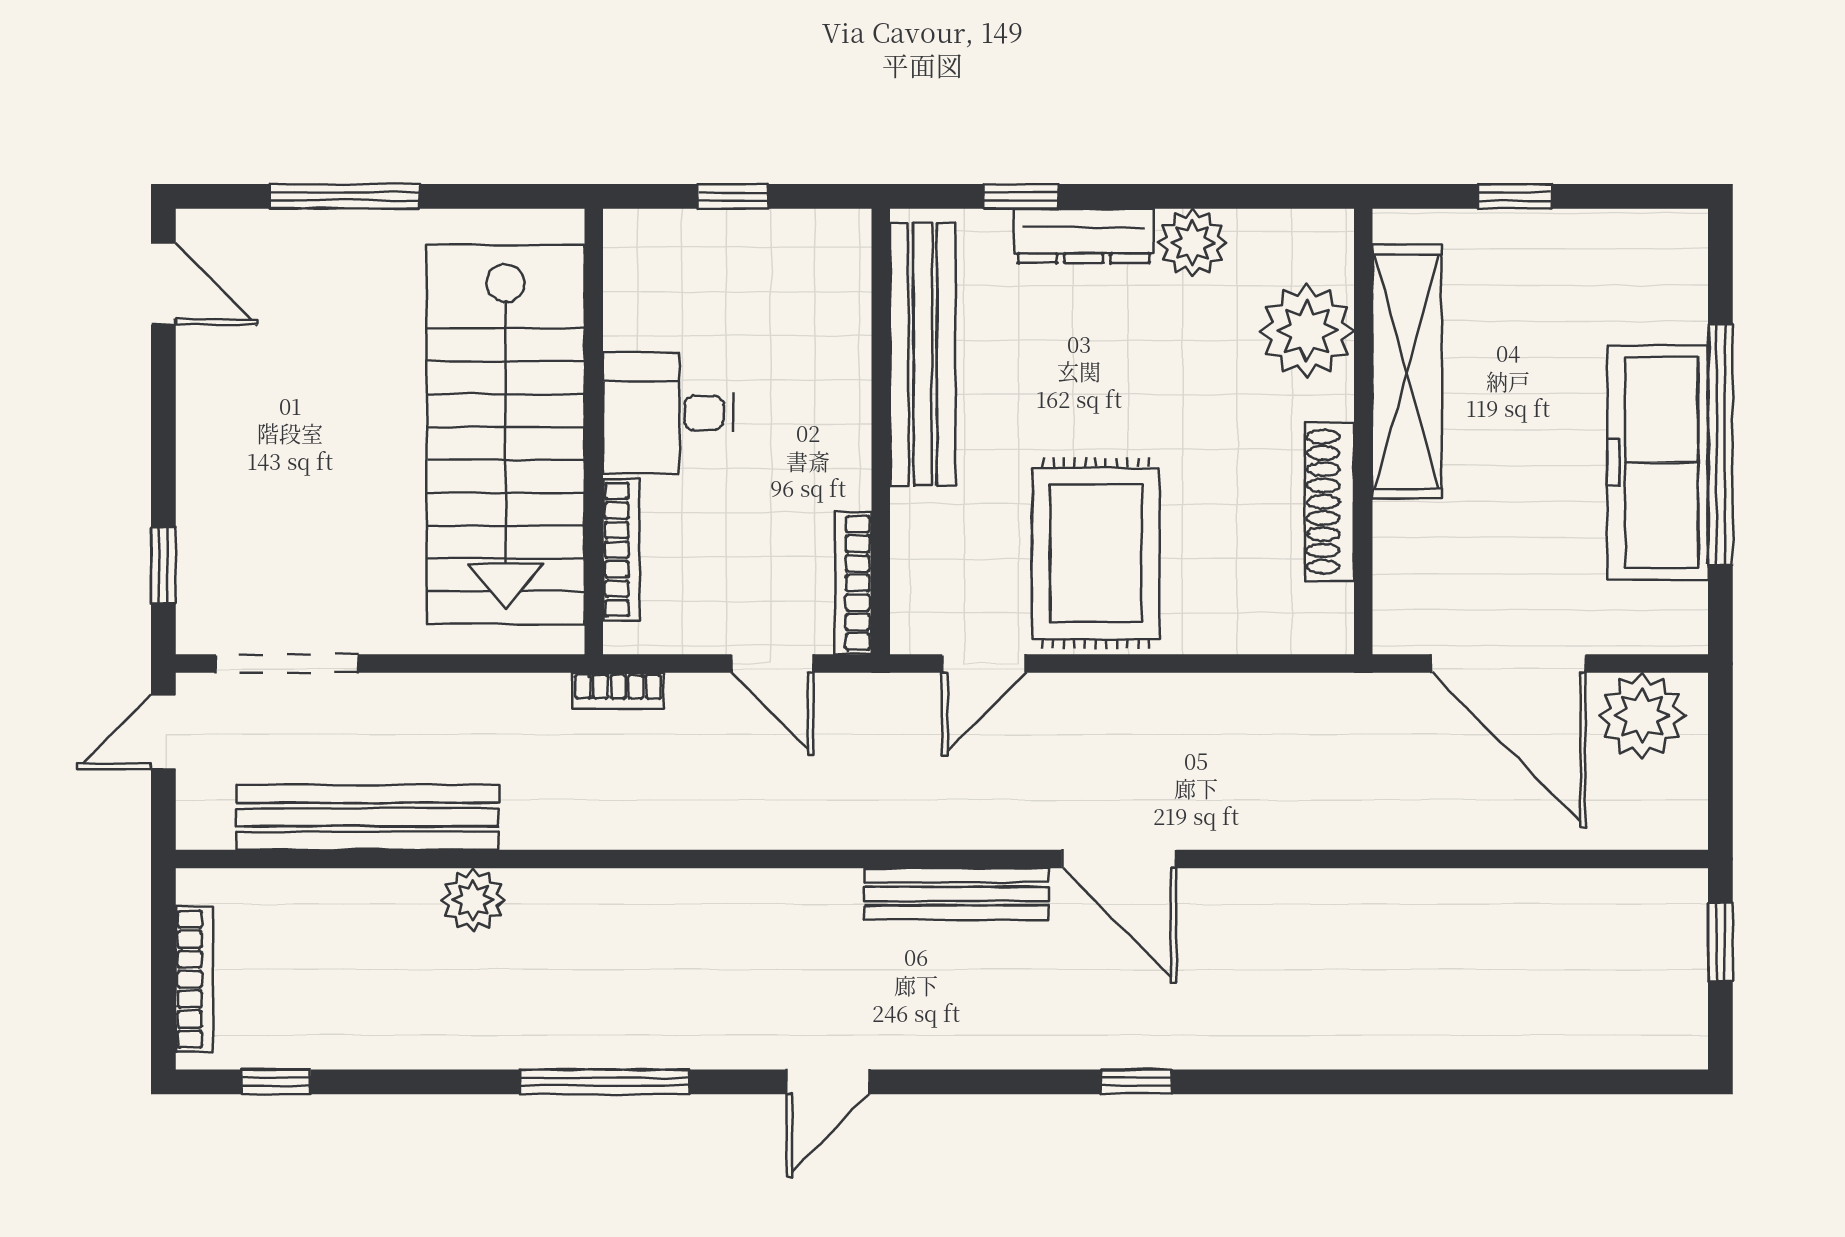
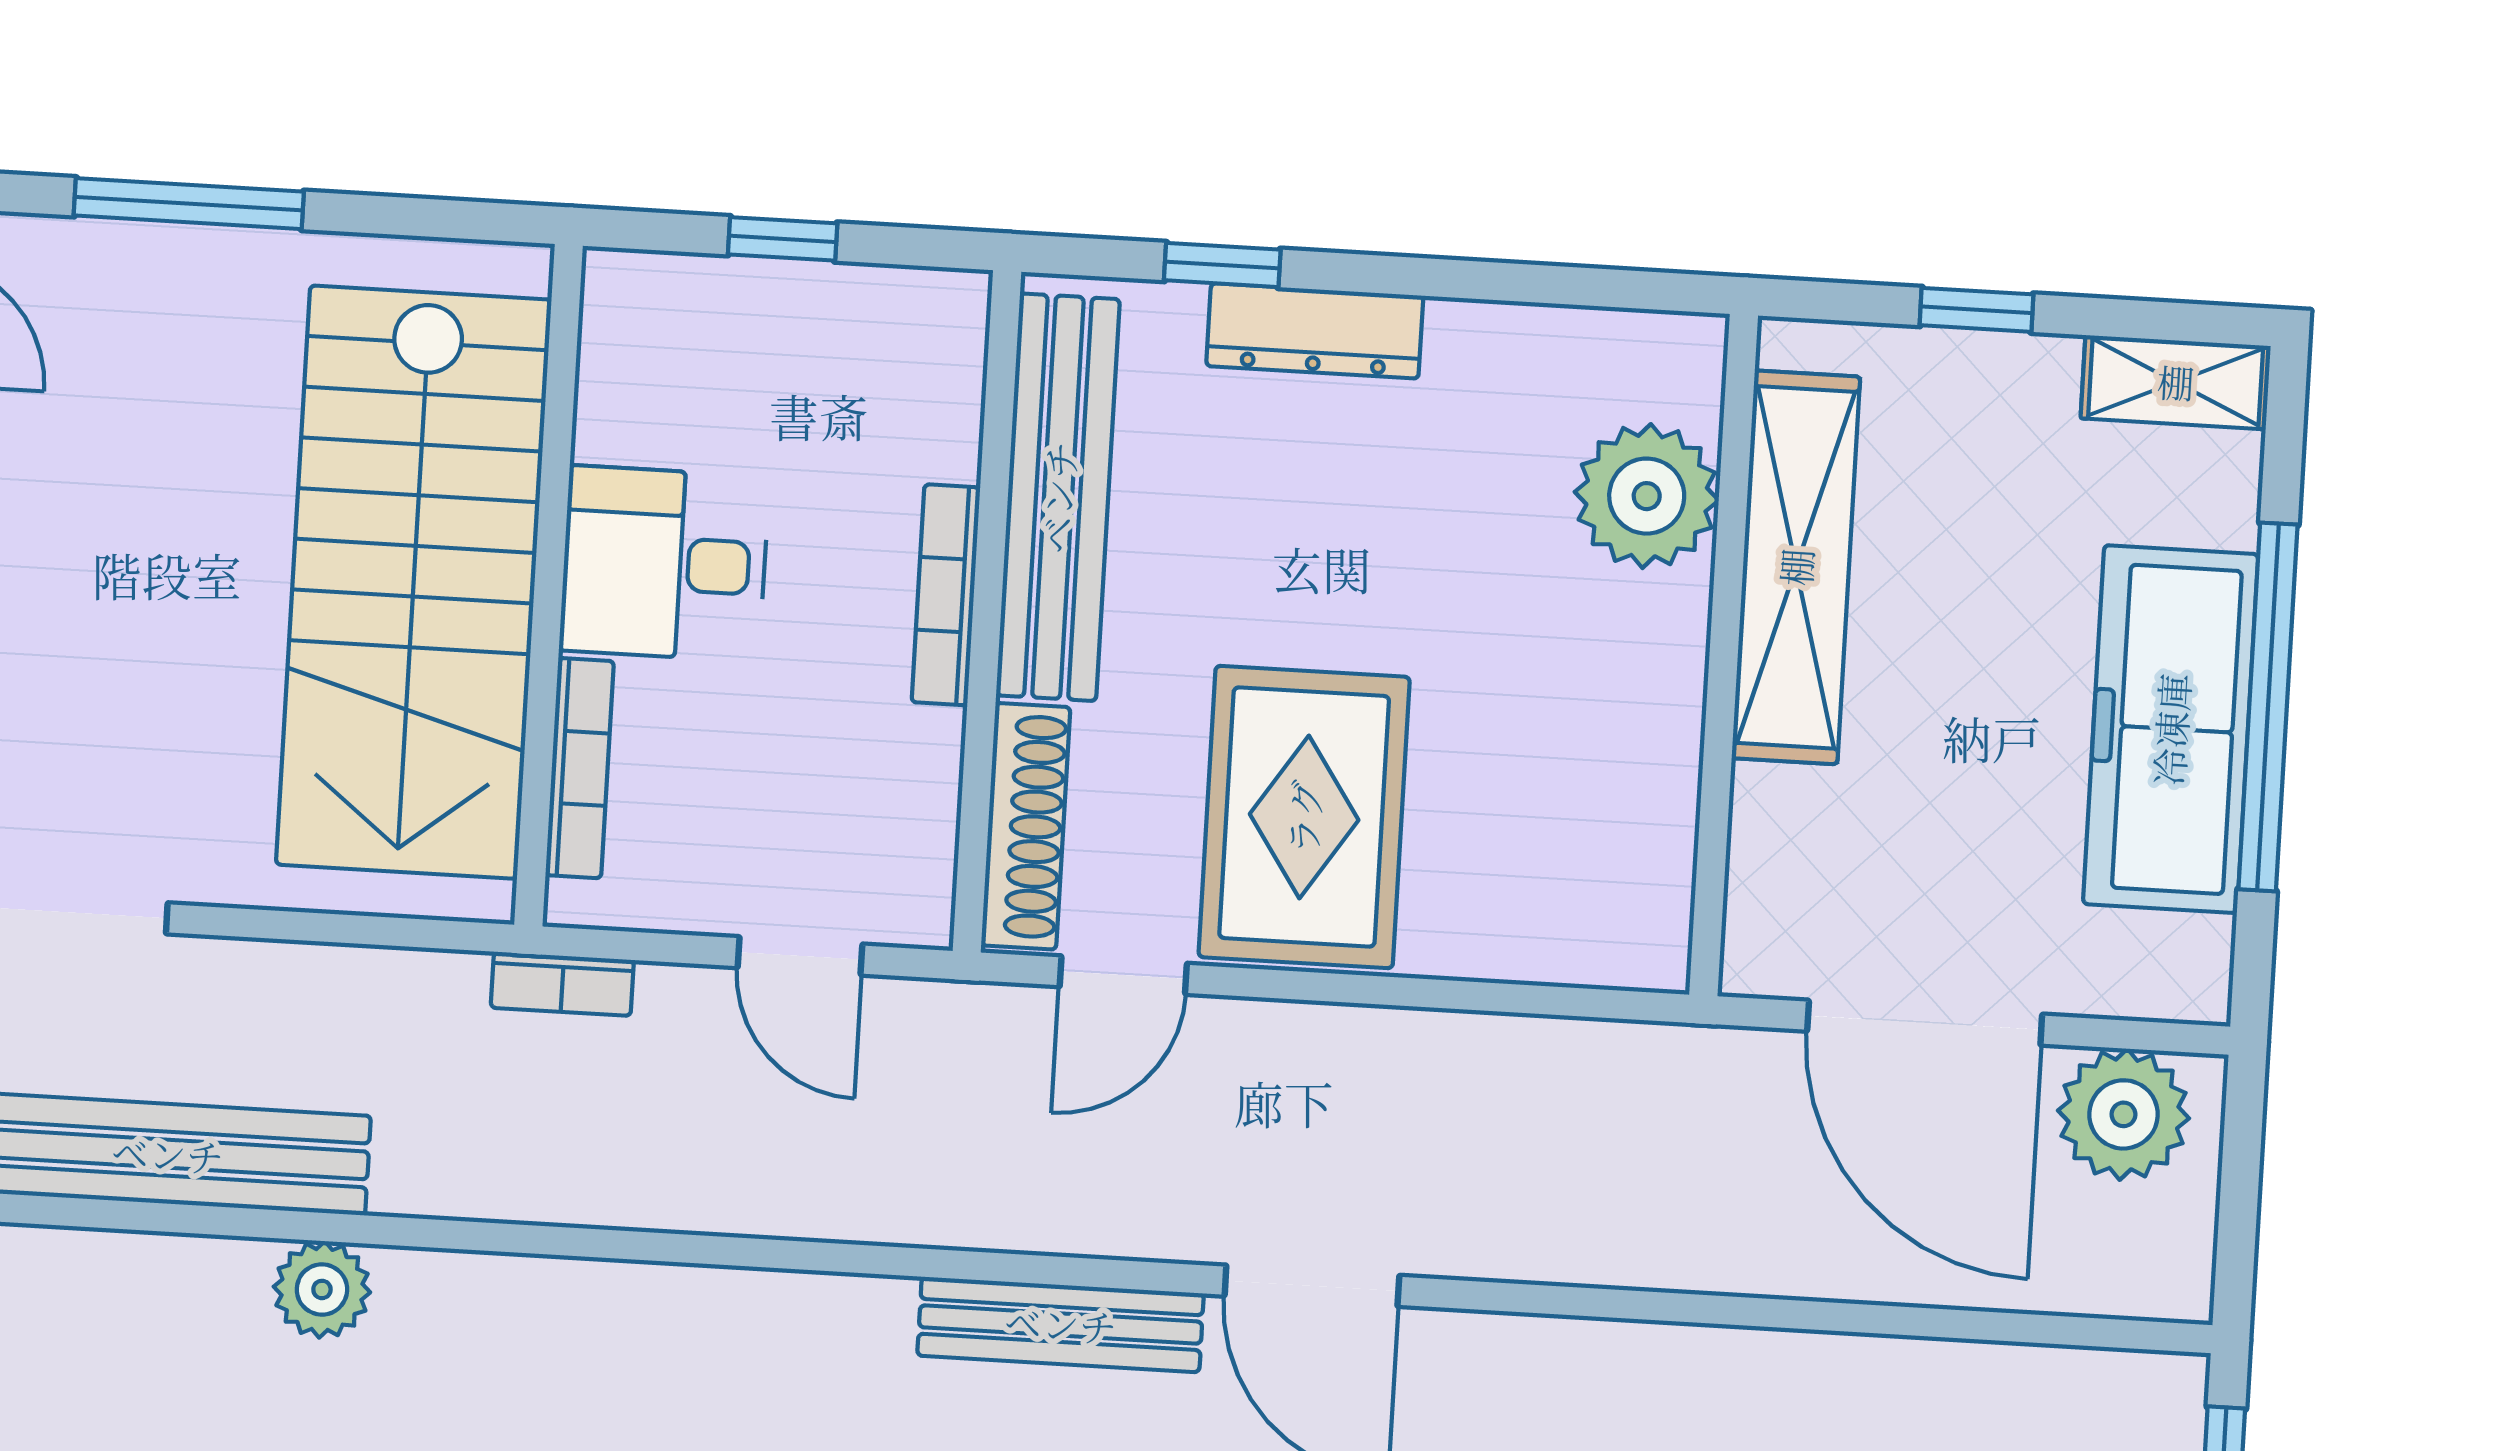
shelving: (1648, 236) -> (2176, 382), added
plant: (1192, 243) -> (1480, 351), removed
shoe rack: (1329, 502) -> (1026, 826), moved, turned 180
bookcase: (853, 583) -> (946, 595), moved

